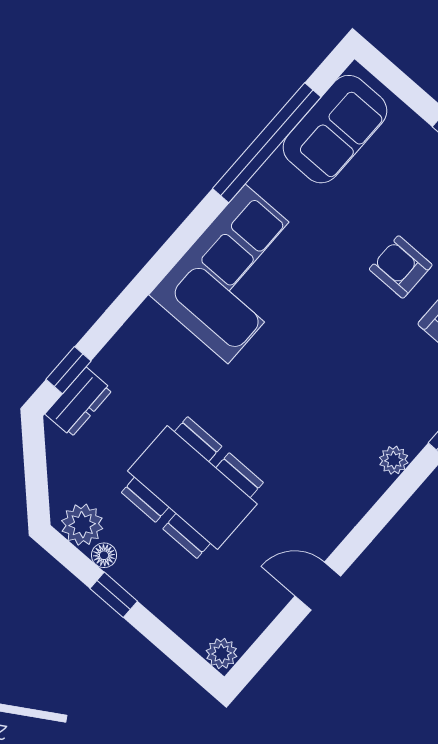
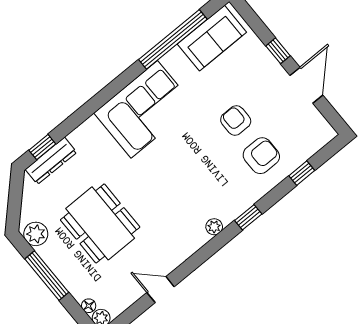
dresser: (79, 402) -> (51, 161), width x1.44
floor lamp: (104, 555) -> (89, 306), moved
window: (114, 595) -> (47, 276), width x2.17

